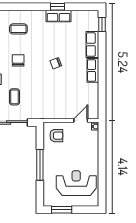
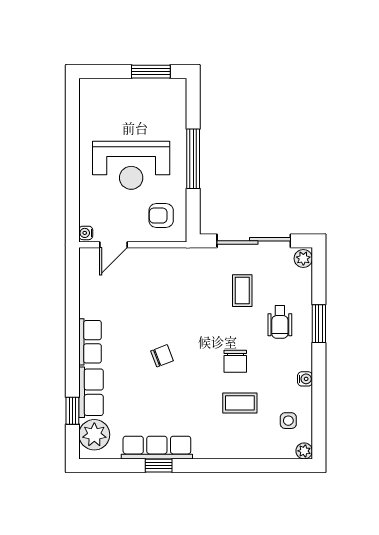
row of seats: (58, 16) -> (157, 448), width x1.48
plant: (91, 23) -> (94, 435), added
window: (102, 25) -> (72, 411), moved
coffee table: (18, 29) -> (240, 403), moved
reception desk: (76, 183) -> (131, 165), moved

